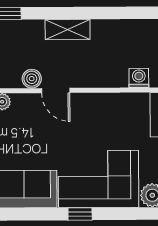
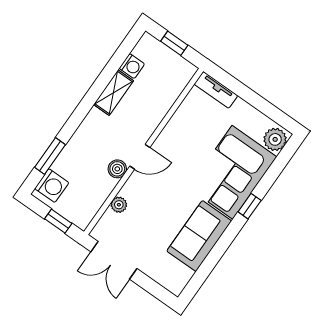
shelving: (68, 30) -> (114, 93), moved
washing machine: (139, 78) -> (132, 66), moved, turned 180

